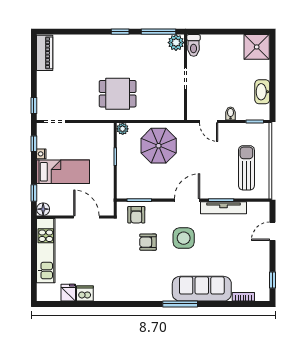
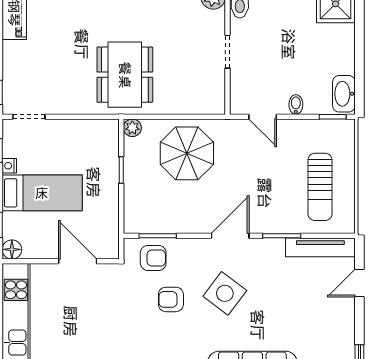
washbasin: (262, 92) -> (344, 94), moved
dining table: (118, 94) -> (125, 75), width x1.38
sun lounger: (246, 168) -> (320, 187), turned 180
tv unit: (224, 208) -> (320, 247), moved
armchair: (136, 215) -> (153, 258), turned -90
side table: (184, 238) -> (225, 293), turned 37

